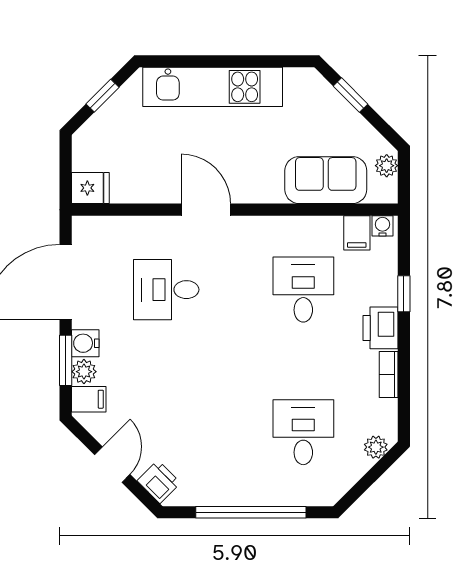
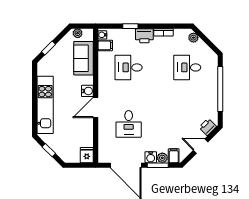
water cooler: (246, 190) -> (87, 91), added

